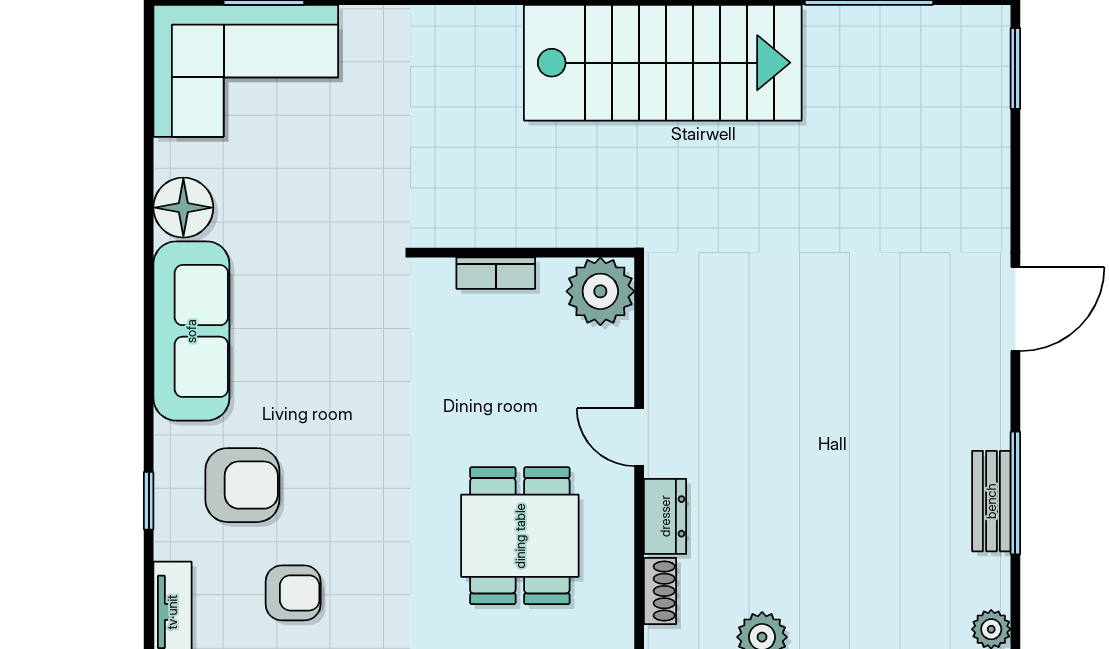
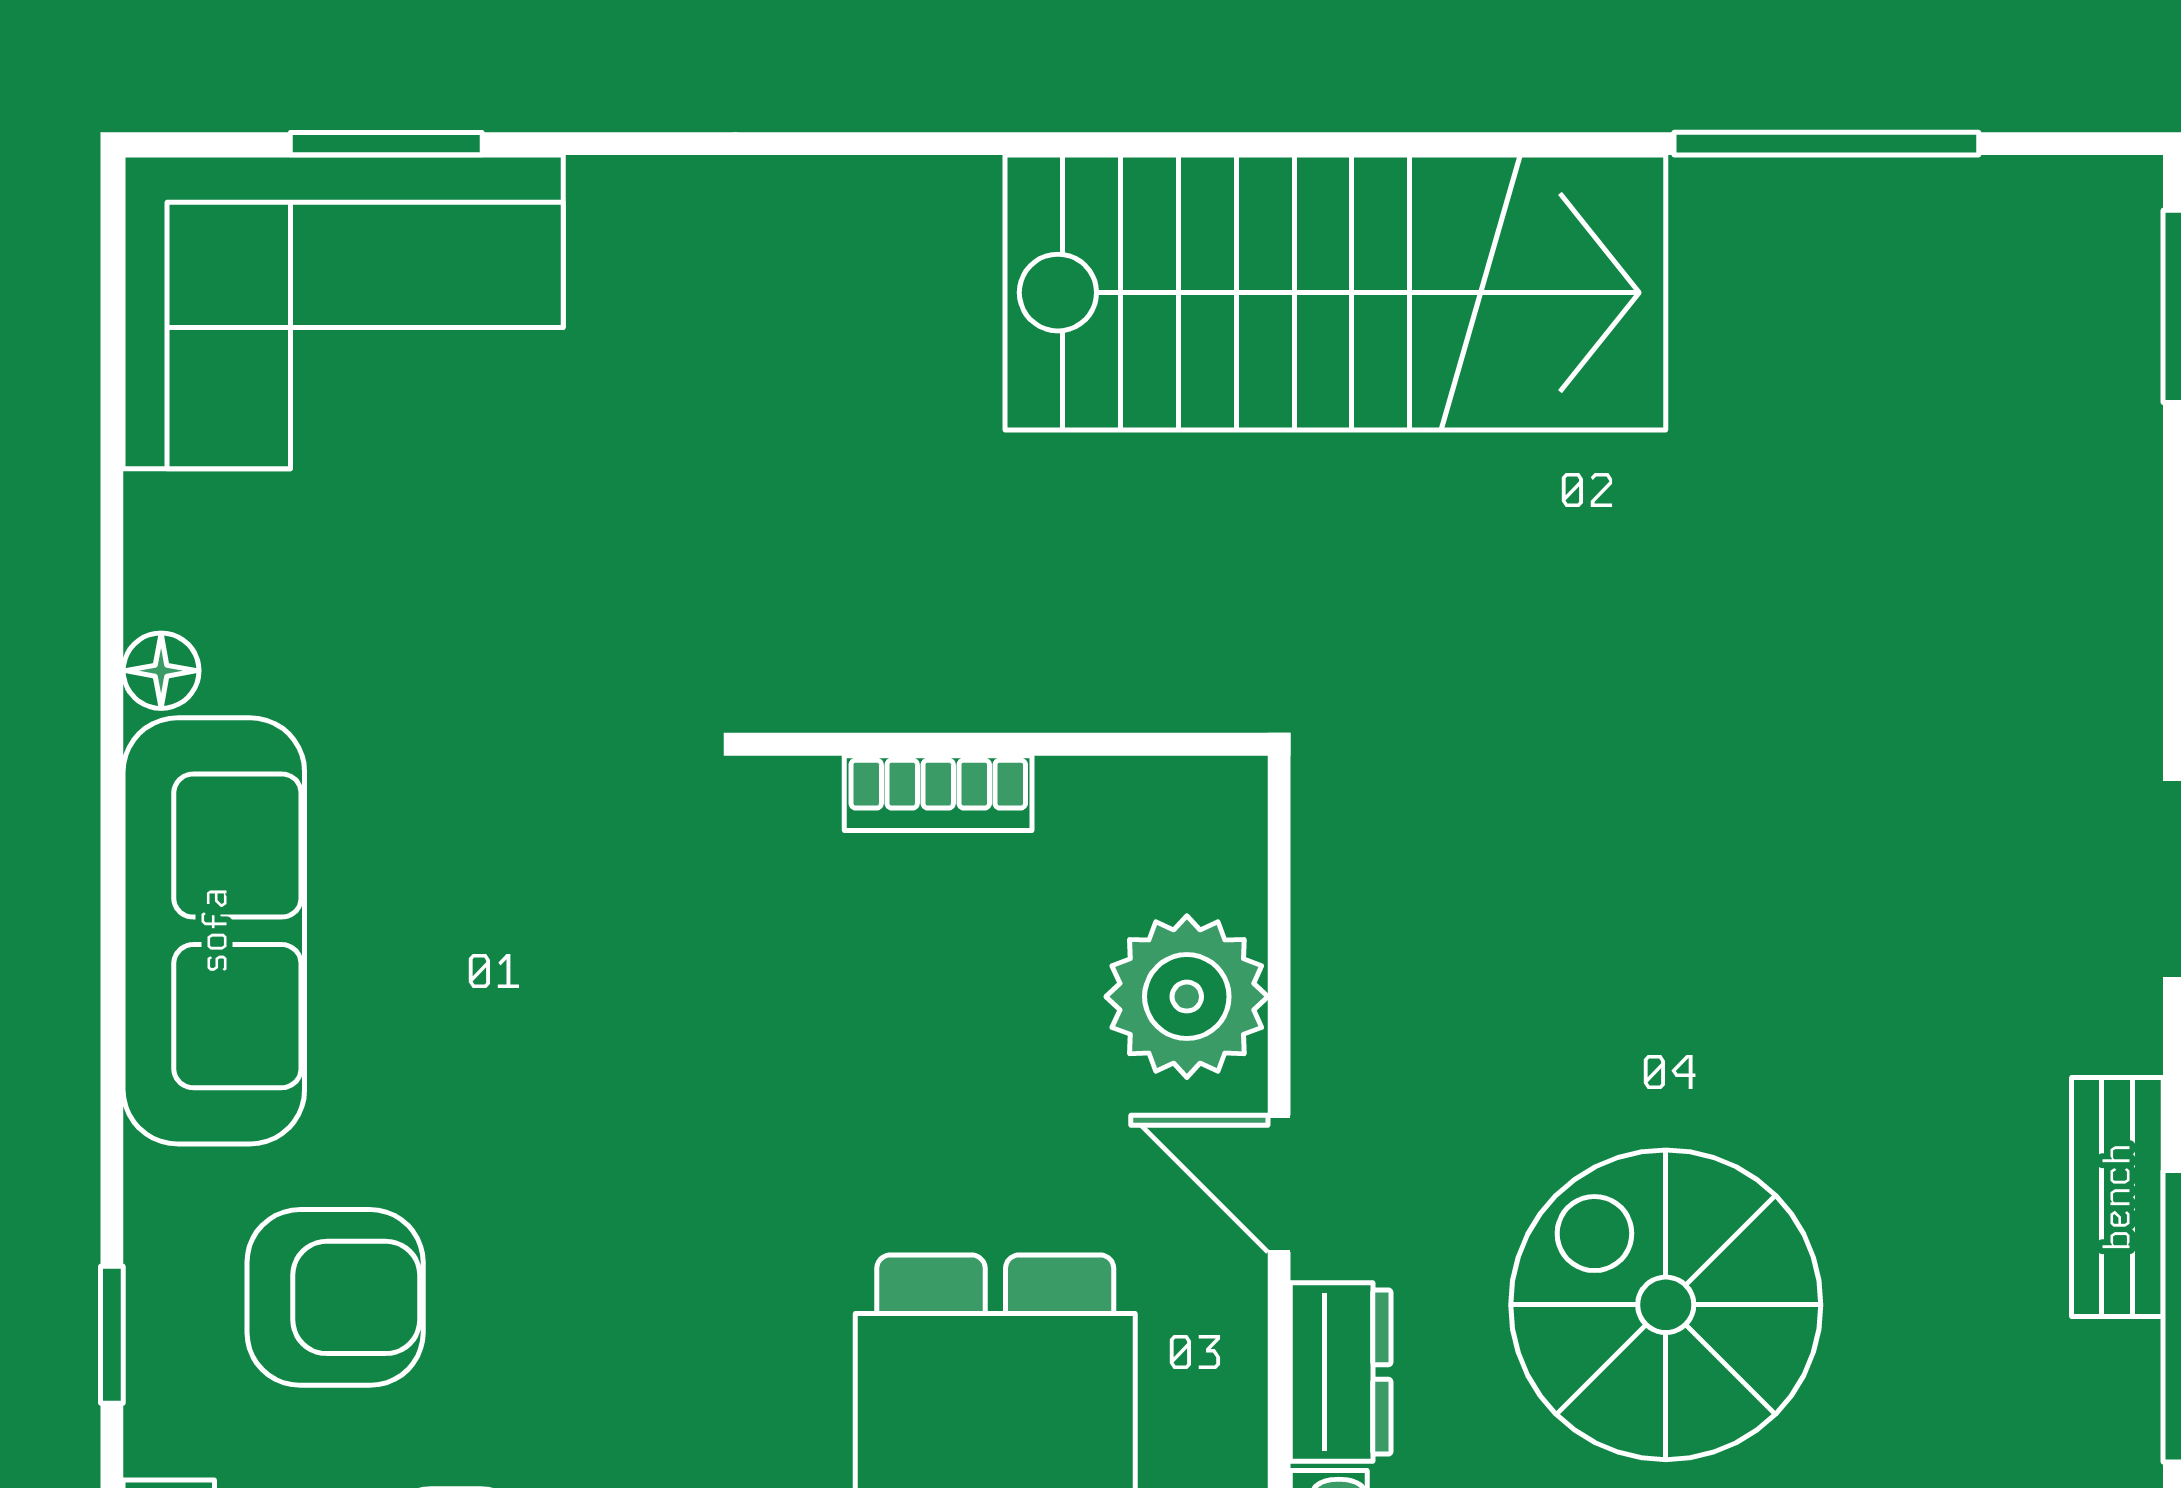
floor lamp: (183, 208) -> (161, 671), width x0.53, depth x0.53
plant: (600, 291) -> (1187, 997), moved
spiral stairs: (802, 488) -> (1666, 1305), added
bench: (991, 501) -> (2117, 1197), moved

